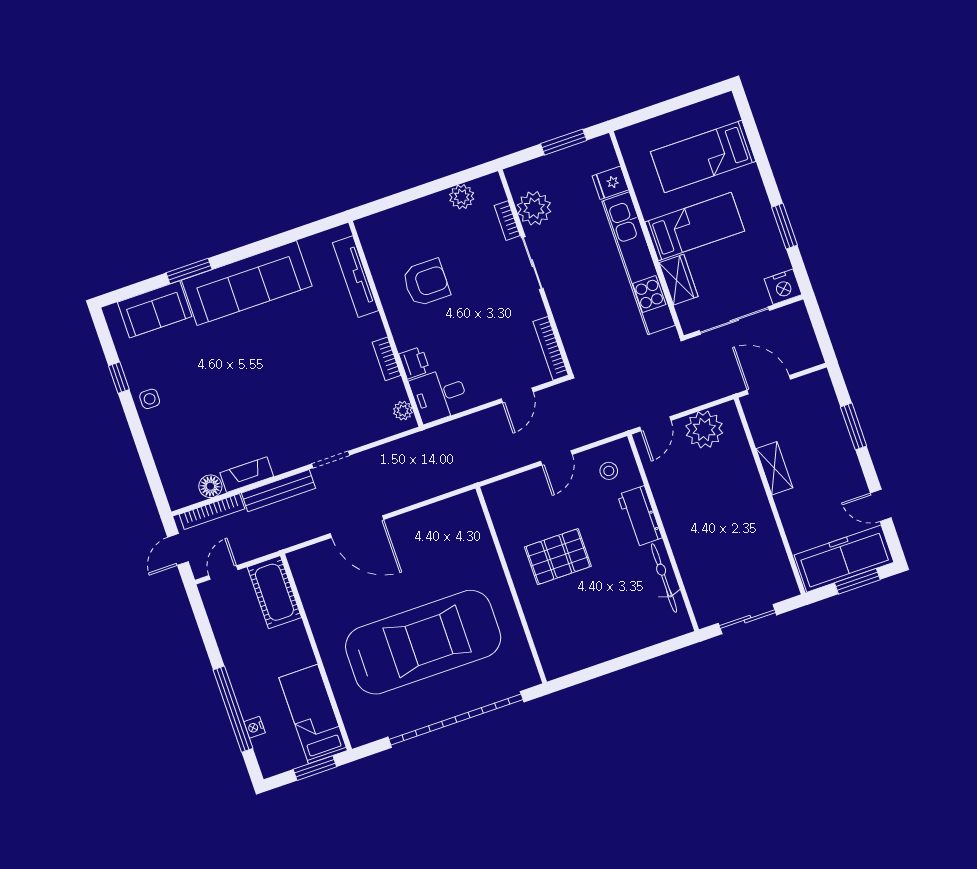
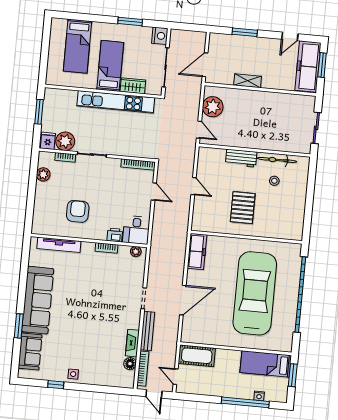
fridge: (610, 183) -> (48, 141), moved, turned 180
stool: (609, 471) -> (274, 181), moved
freezer: (449, 513) -> (197, 251), added

